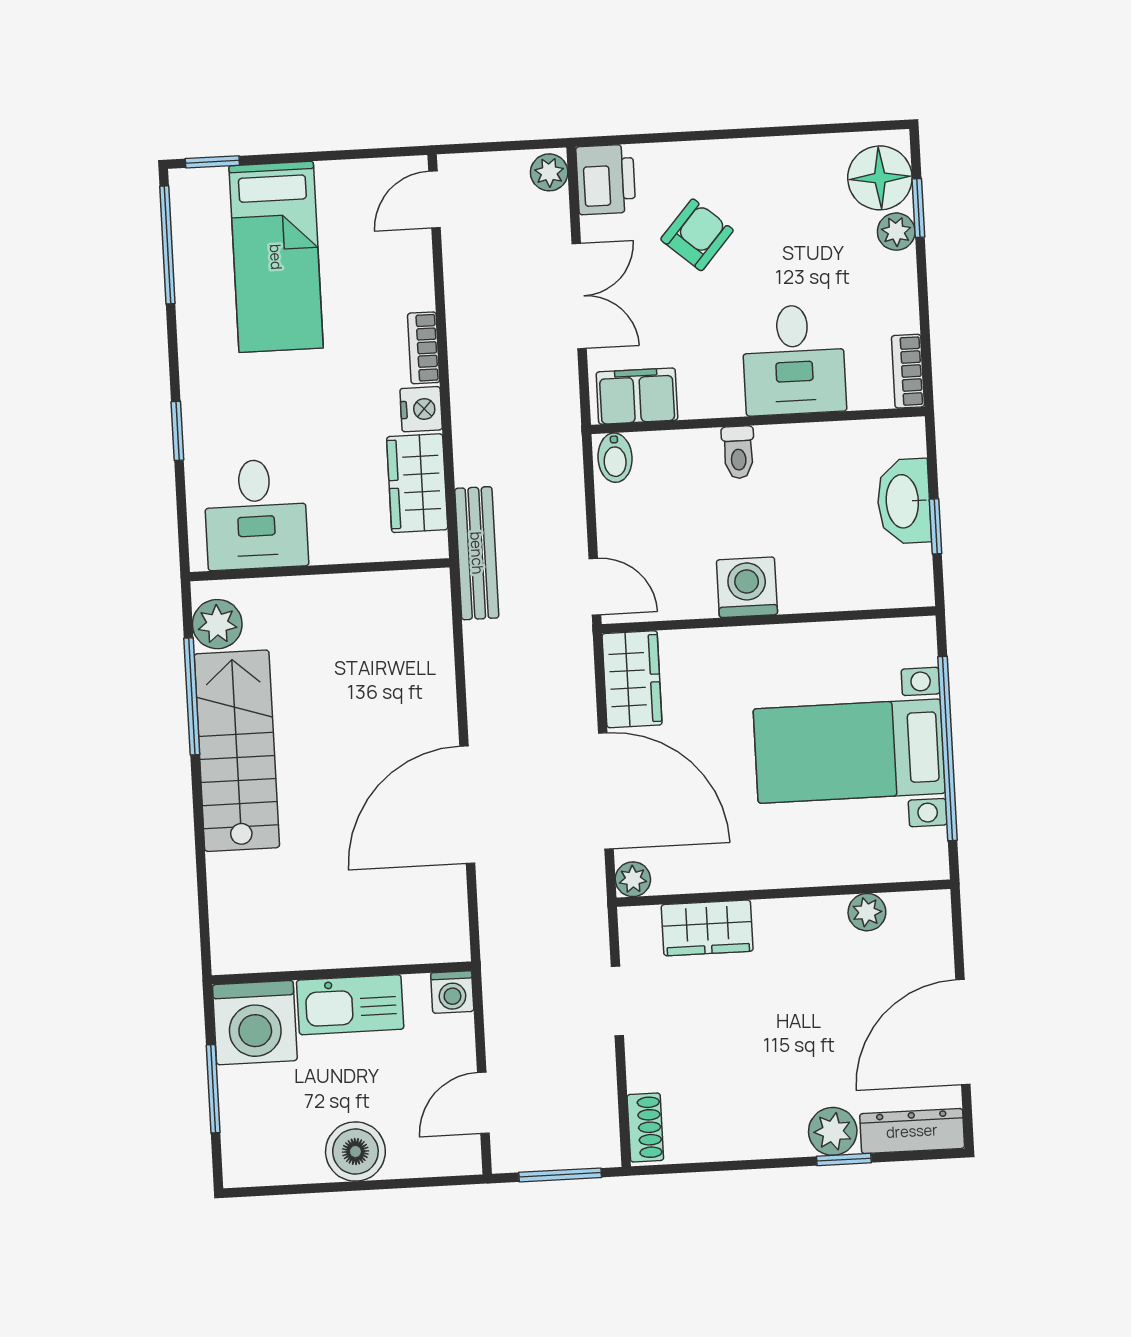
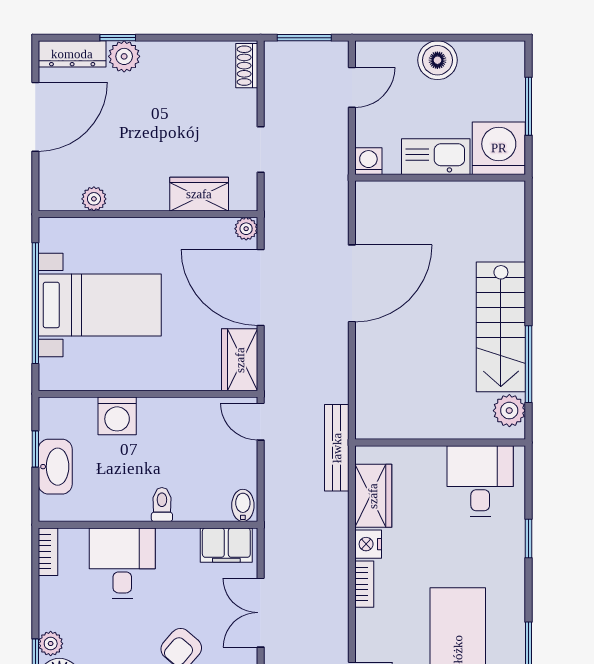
washing machine: (747, 587) -> (117, 416), moved

